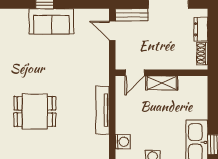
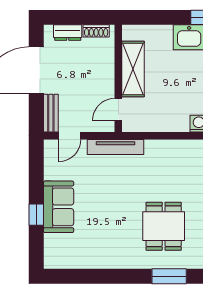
door: (135, 73) -> (118, 110), swing flipped
shelving: (162, 83) -> (133, 69), width x1.50, depth x1.33
tv unit: (103, 110) -> (116, 147), moved

